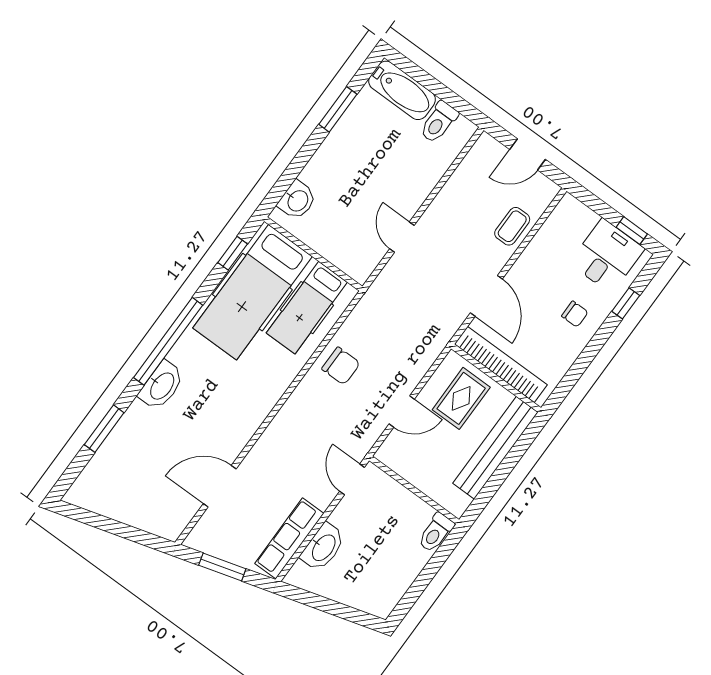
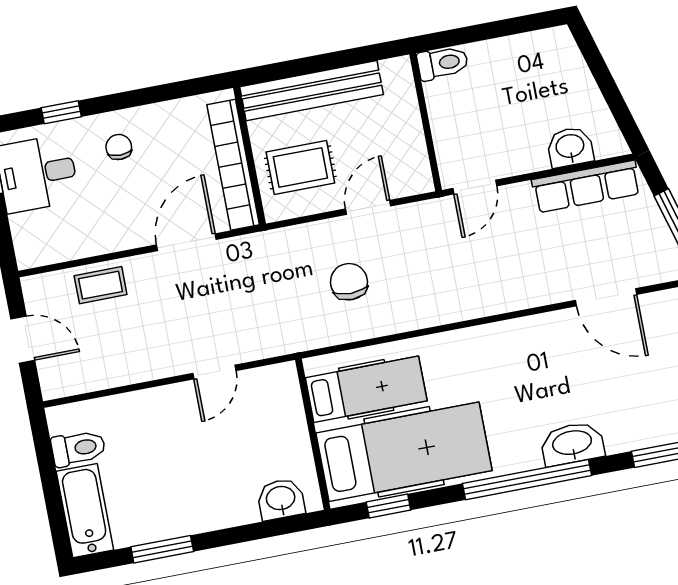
chair: (341, 366) -> (349, 282), moved
door: (402, 412) -> (368, 207), hinge flipped
washbasin: (323, 547) -> (570, 147), width x0.72

